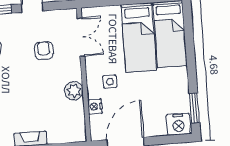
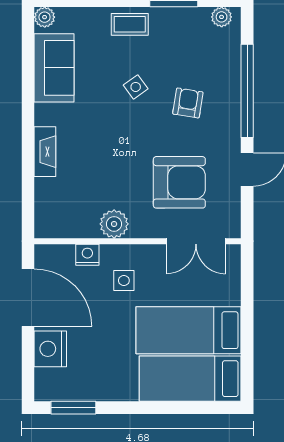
armchair: (44, 51) -> (179, 182), width x1.88, depth x1.88
nightstand: (178, 124) -> (50, 349), moved

